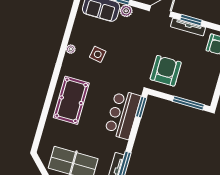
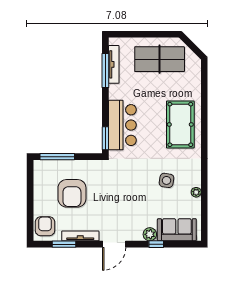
window: (191, 20) -> (64, 244), moved
plant: (71, 49) -> (196, 192), moved
armchair: (166, 71) -> (72, 193), moved

